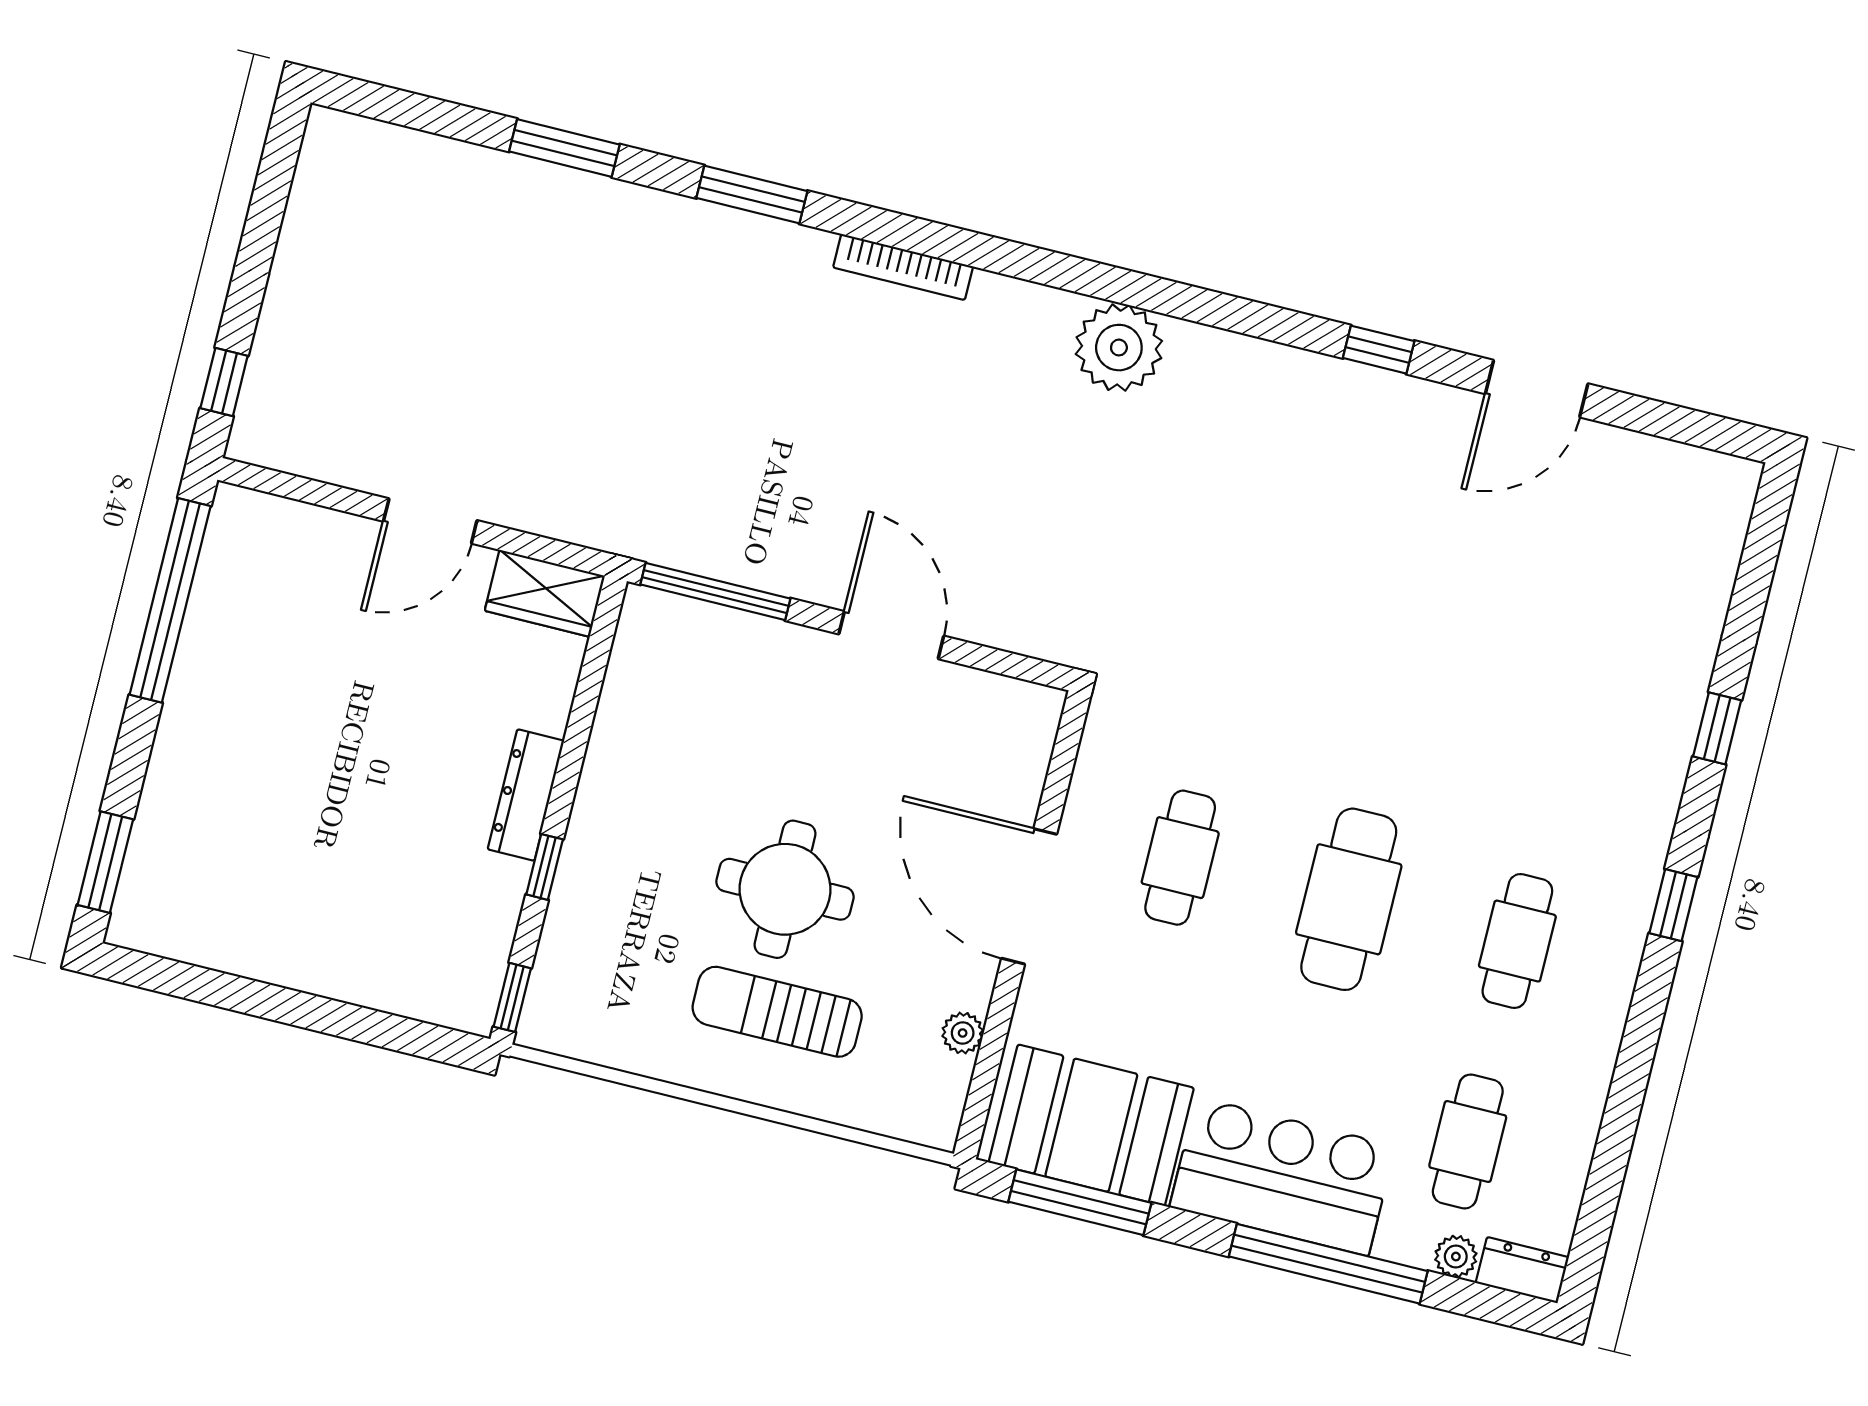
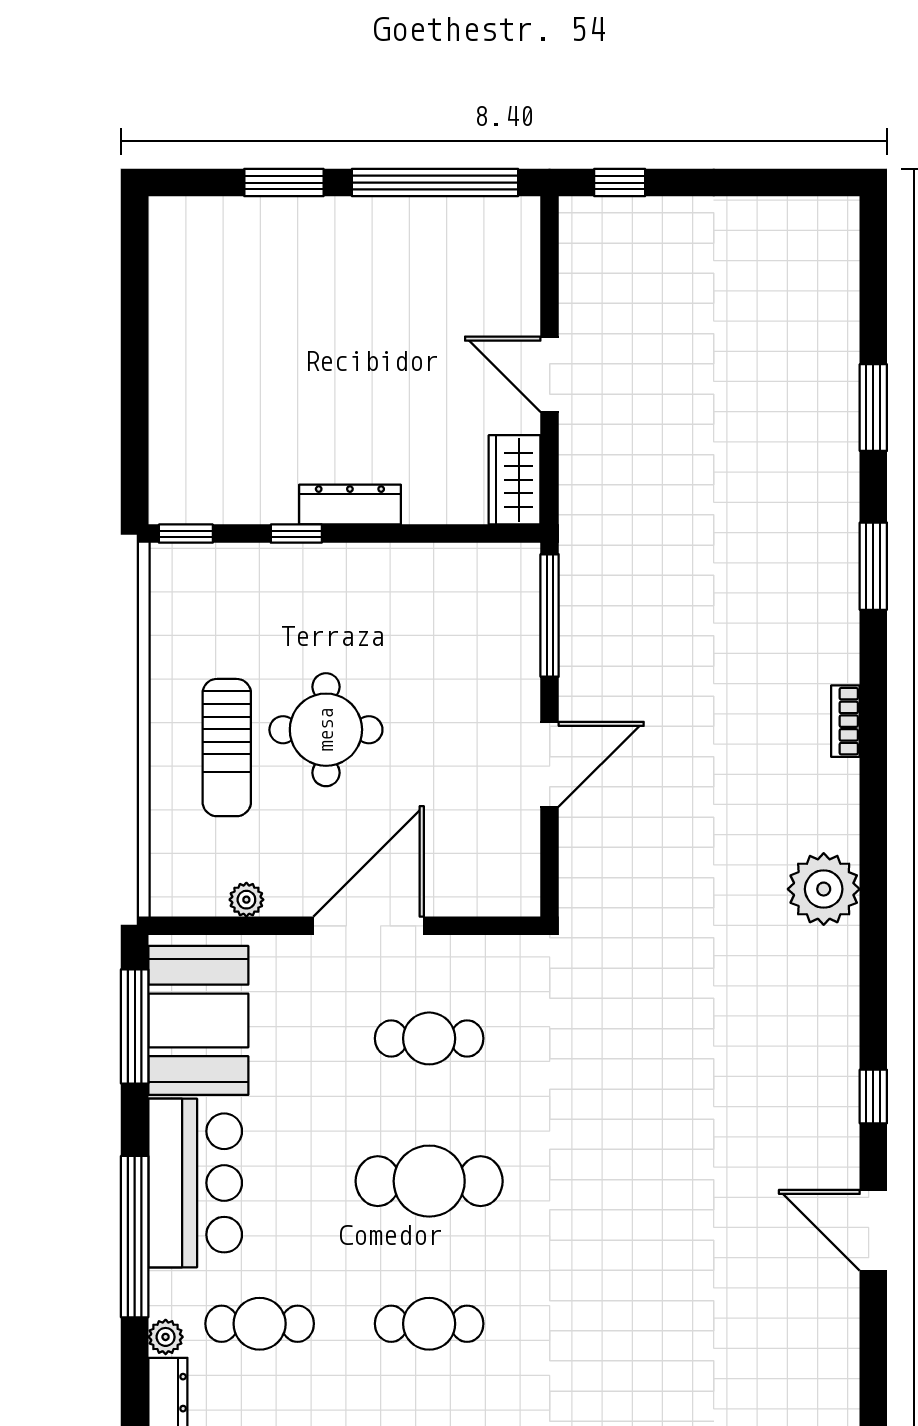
bookcase: (903, 267) -> (845, 721), width x0.64
window: (105, 862) -> (284, 183), moved
sun lounger: (777, 1012) -> (227, 748), turned 180

